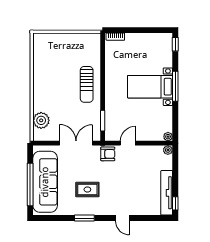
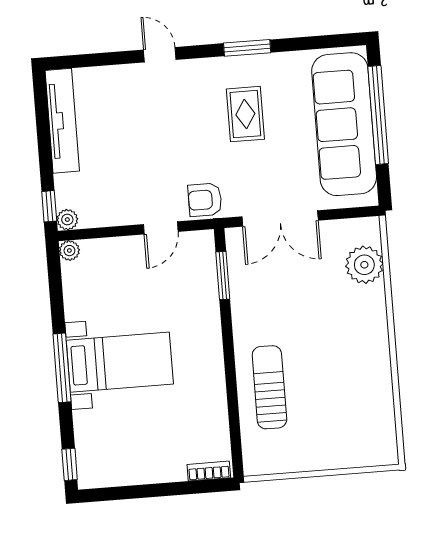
sun lounger: (87, 84) -> (269, 387), moved
rug: (87, 190) -> (245, 114), turned 90
window: (175, 203) -> (49, 206), moved

